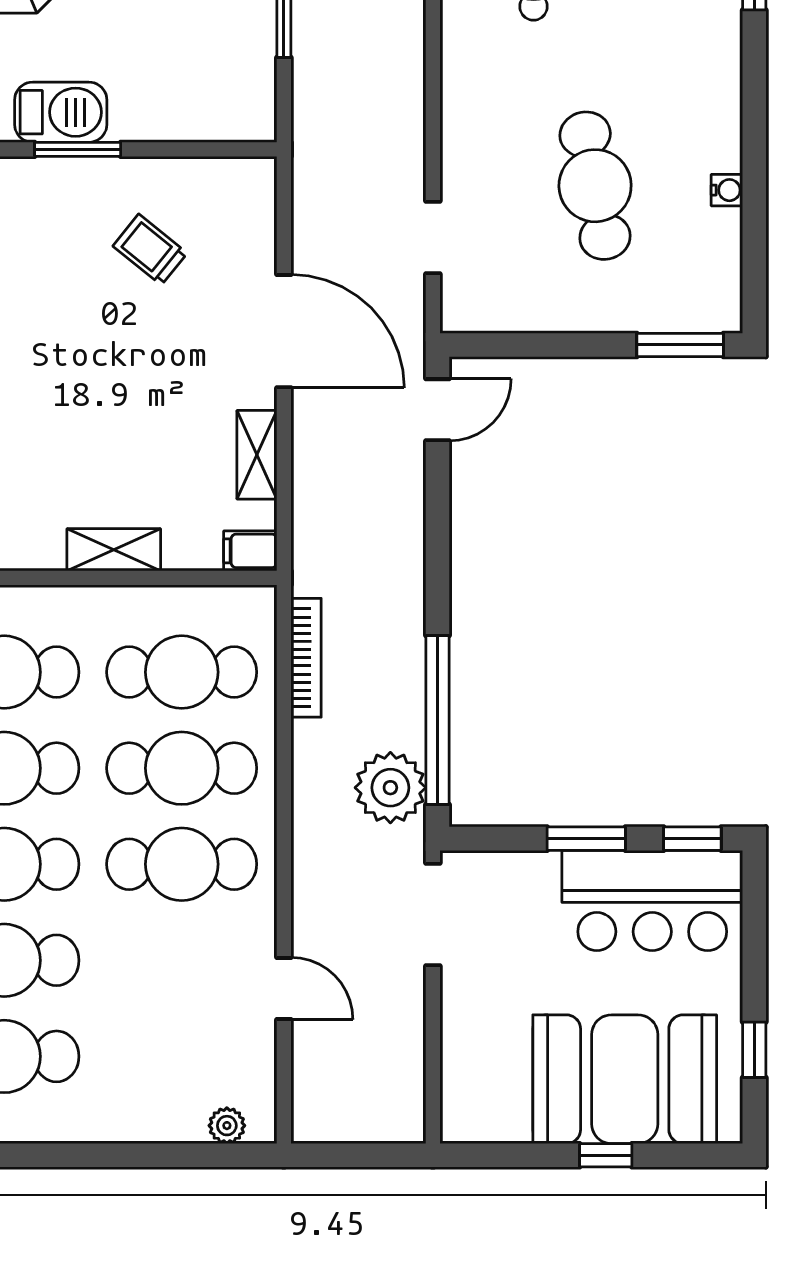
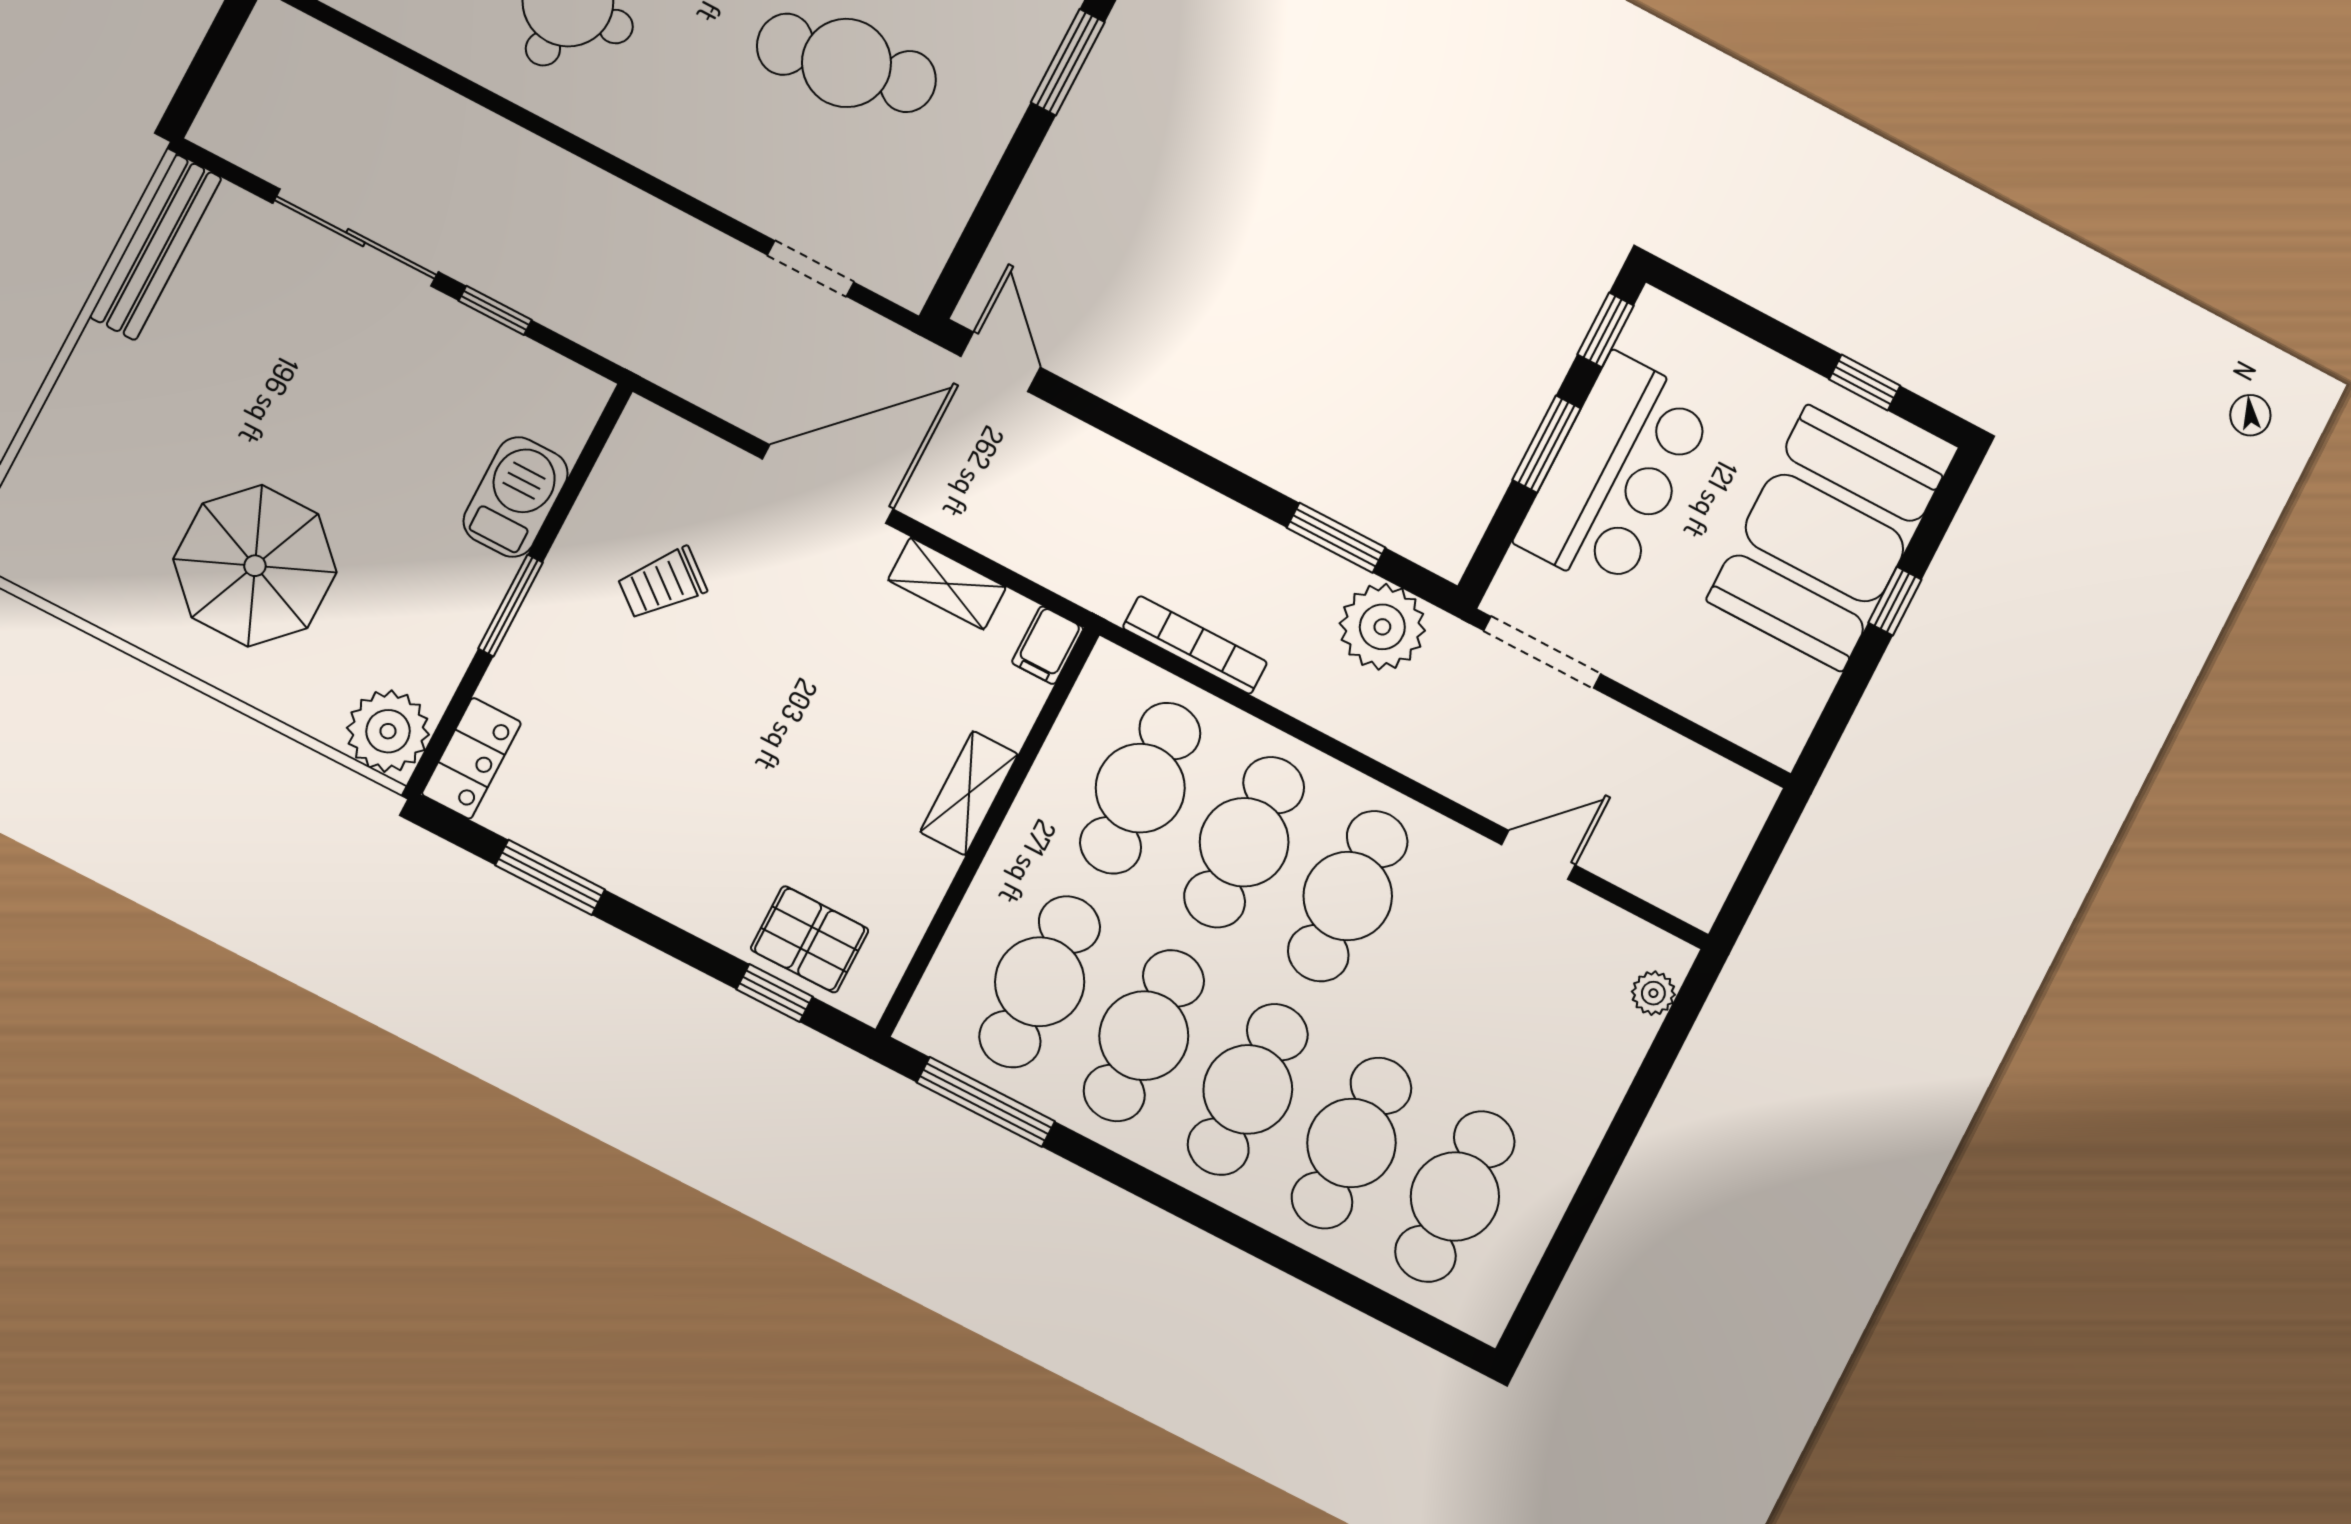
barbecue: (61, 112) -> (516, 497), moved
window: (438, 720) -> (1336, 538), width x0.47
bar counter: (652, 900) -> (1615, 474), moved

